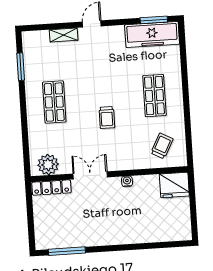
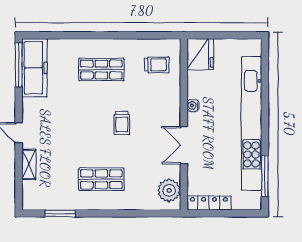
window: (154, 20) -> (19, 65), width x1.44
trolley: (107, 118) -> (122, 123), turned 90
trolley: (162, 146) -> (157, 65), turned 152
locker: (51, 188) -> (209, 203), moved, turned -90
kitchen unit: (114, 236) -> (251, 124), added

